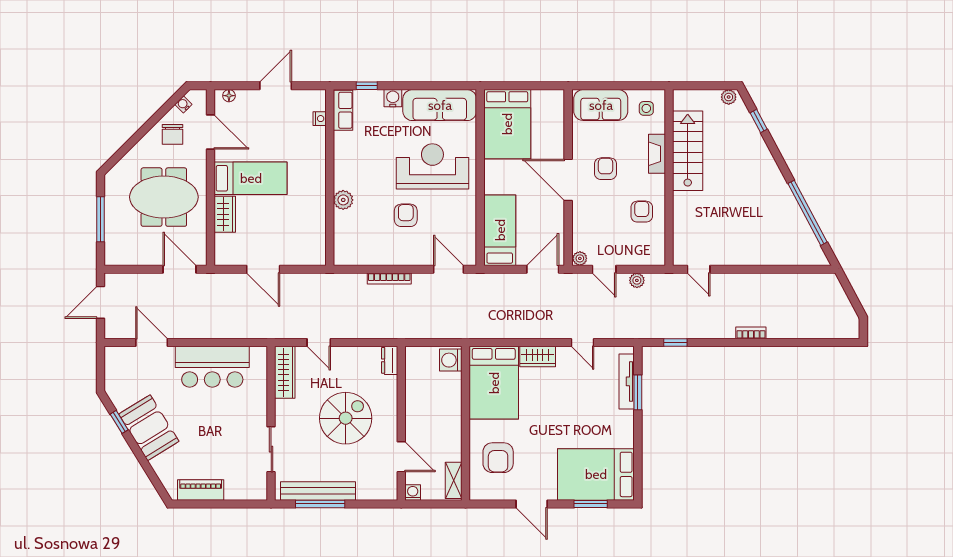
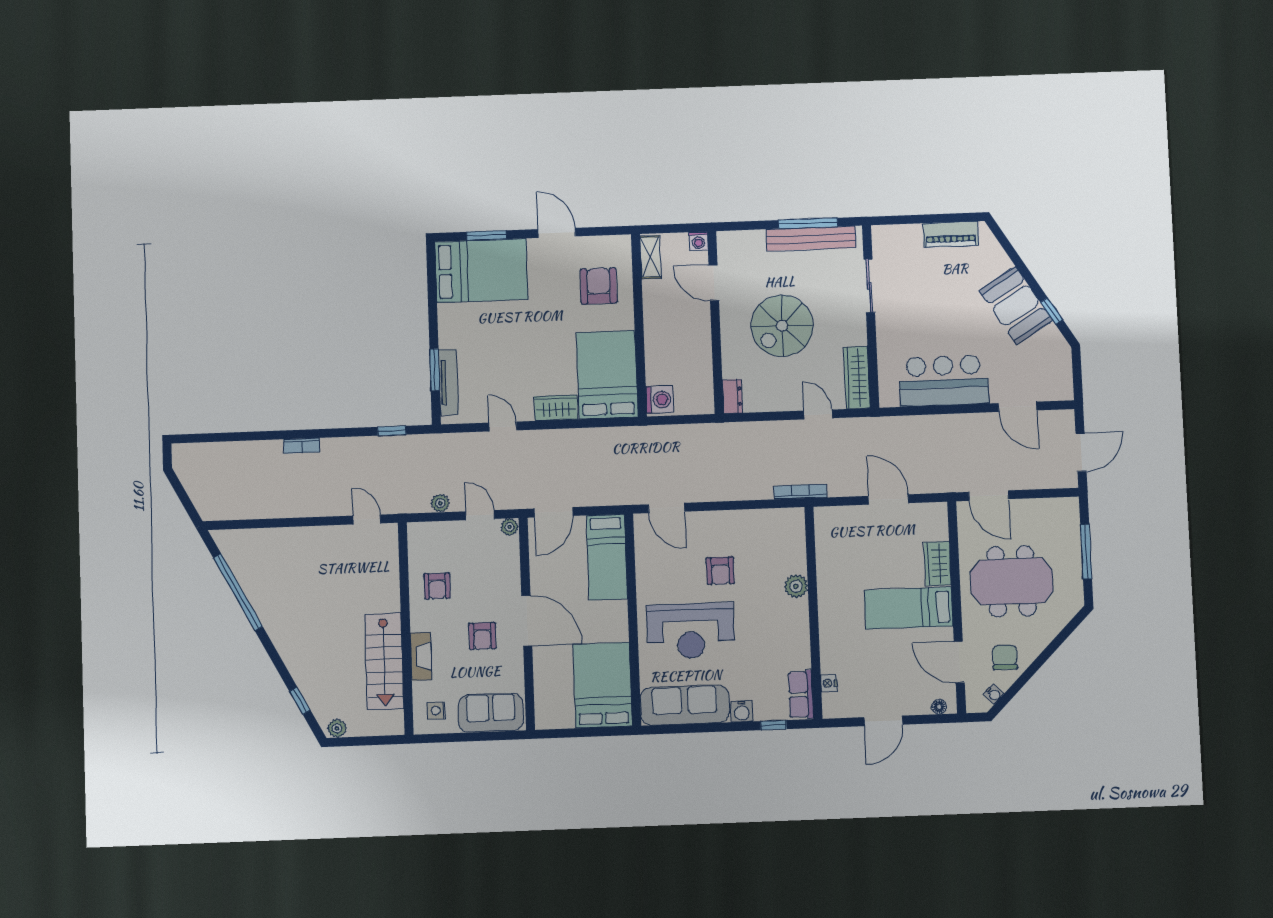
bookcase: (389, 278) -> (800, 492), moved

